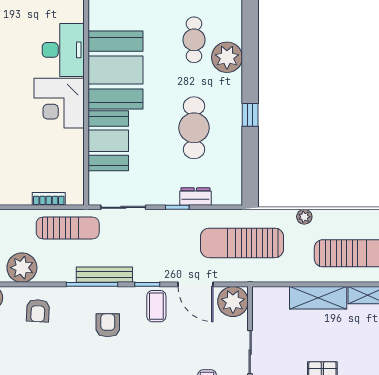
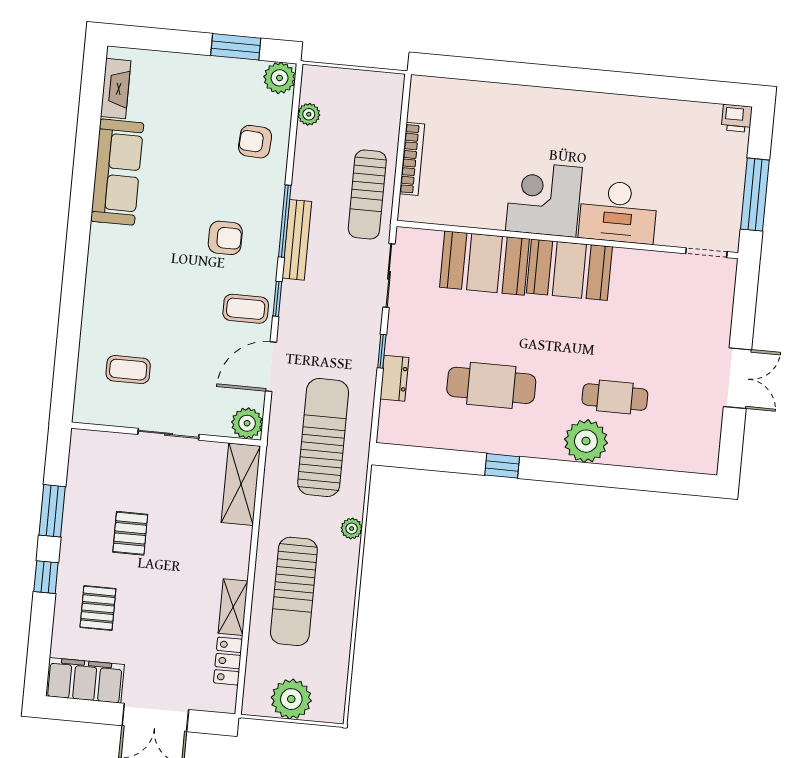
booth: (115, 70) -> (569, 270), width x0.73, depth x0.70
bookcase: (49, 199) -> (412, 159), width x1.56
plant: (22, 268) -> (309, 114), width x0.53, depth x0.53
shelving: (318, 298) -> (241, 484), moved
plant: (233, 302) -> (247, 423), width x0.73, depth x0.73

